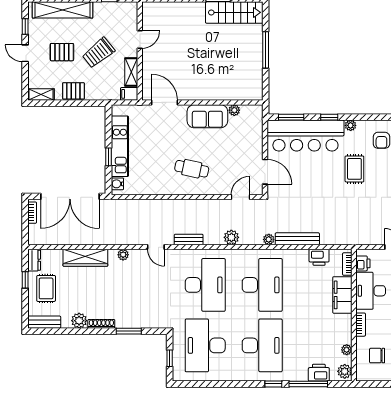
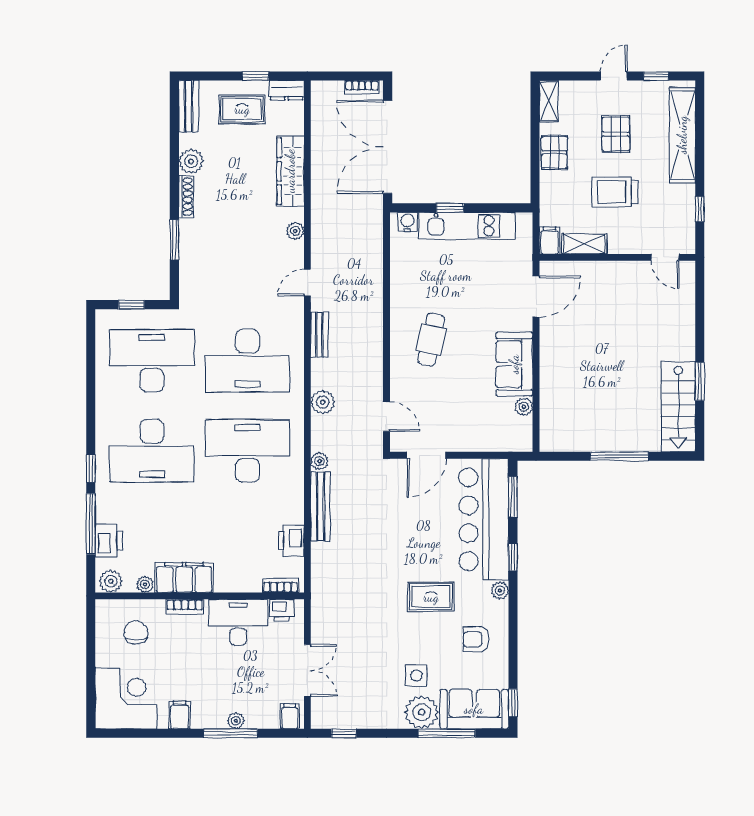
door: (140, 39) -> (665, 257), moved
trolley: (98, 53) -> (615, 192), turned -51
desk: (262, 285) -> (247, 451), turned 180
filing cabinet: (342, 295) -> (184, 578), moved

